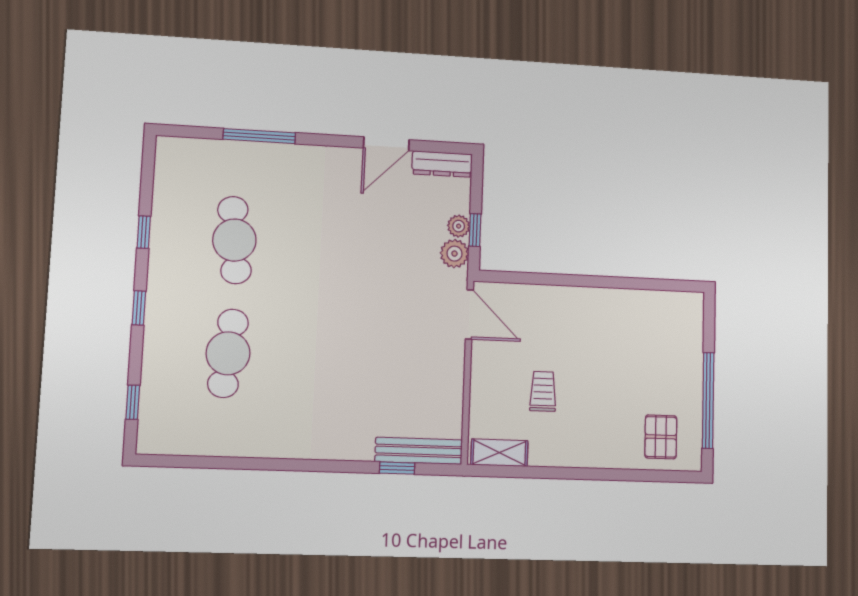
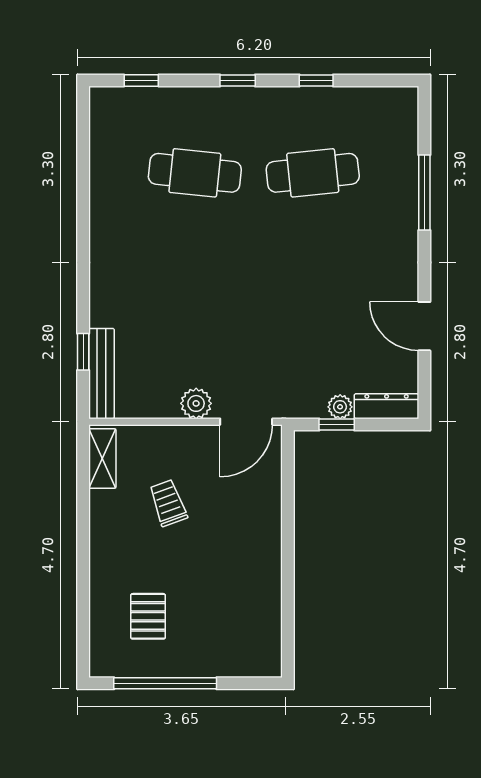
dresser: (442, 164) -> (387, 406), moved, turned 90
plant: (454, 254) -> (196, 403), moved
trolley: (543, 391) -> (168, 503), turned -110
pallet: (661, 437) -> (148, 616), moved, turned 90

